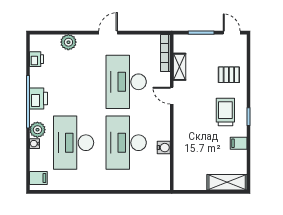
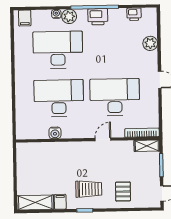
shelving: (180, 67) -> (147, 146), moved
shelving: (227, 182) -> (35, 202), moved, turned 90

